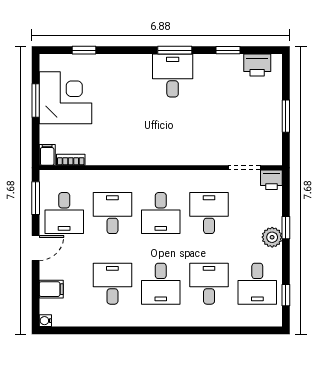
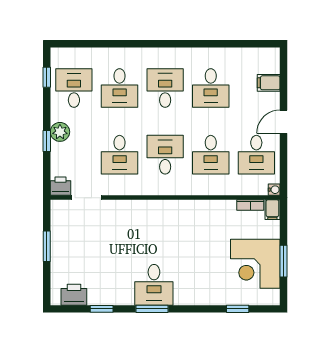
window: (36, 198) -> (283, 169), removed
desk: (64, 213) -> (256, 155), turned 180
water cooler: (45, 321) -> (274, 190), moved

